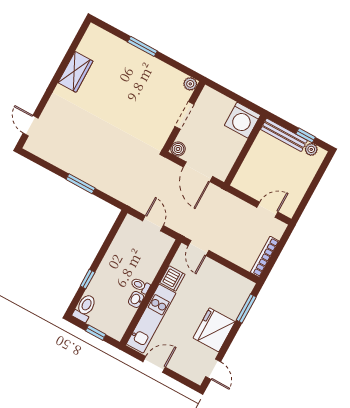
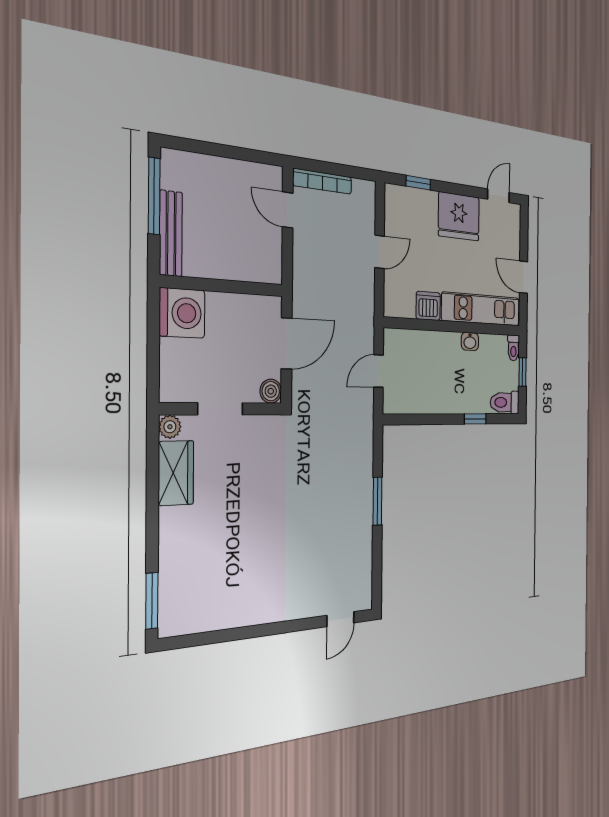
window: (142, 46) -> (152, 601), moved
wardrobe: (76, 72) -> (176, 473), moved, turned 90
window: (306, 135) -> (154, 196), width x2.17
plant: (311, 149) -> (171, 177), removed
door: (198, 248) -> (380, 252), moved
bookcase: (265, 257) -> (322, 181), moved
toilet: (140, 285) -> (513, 348), moved
window: (246, 309) -> (418, 183), width x0.67

